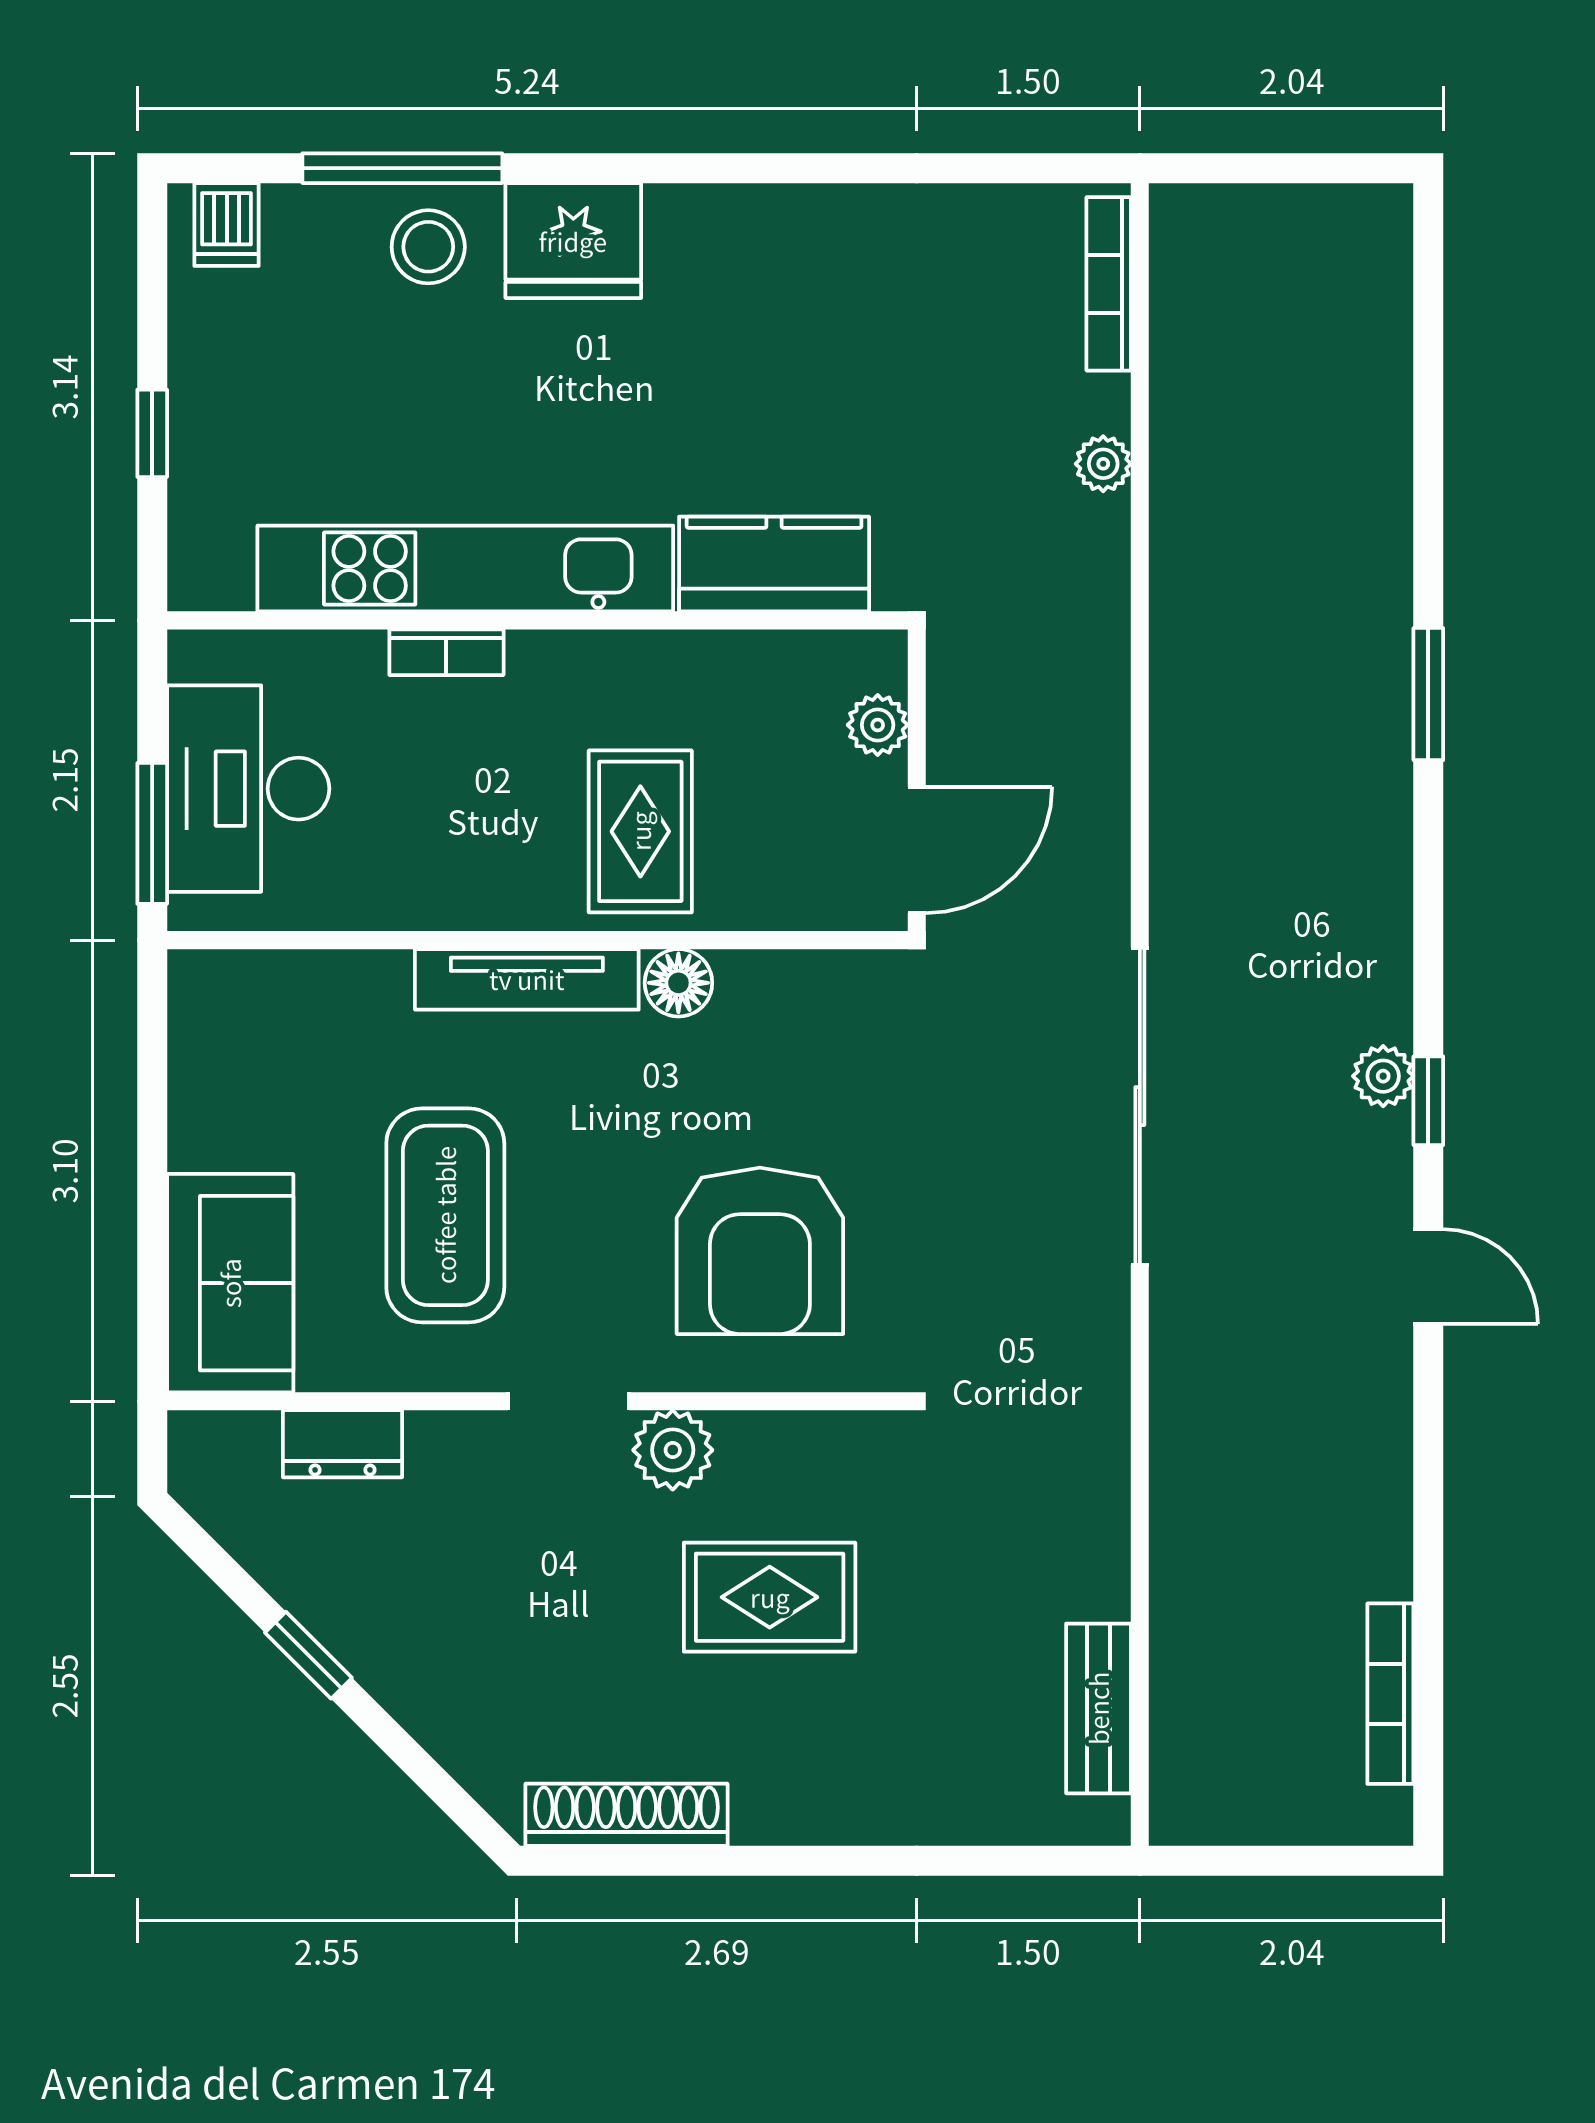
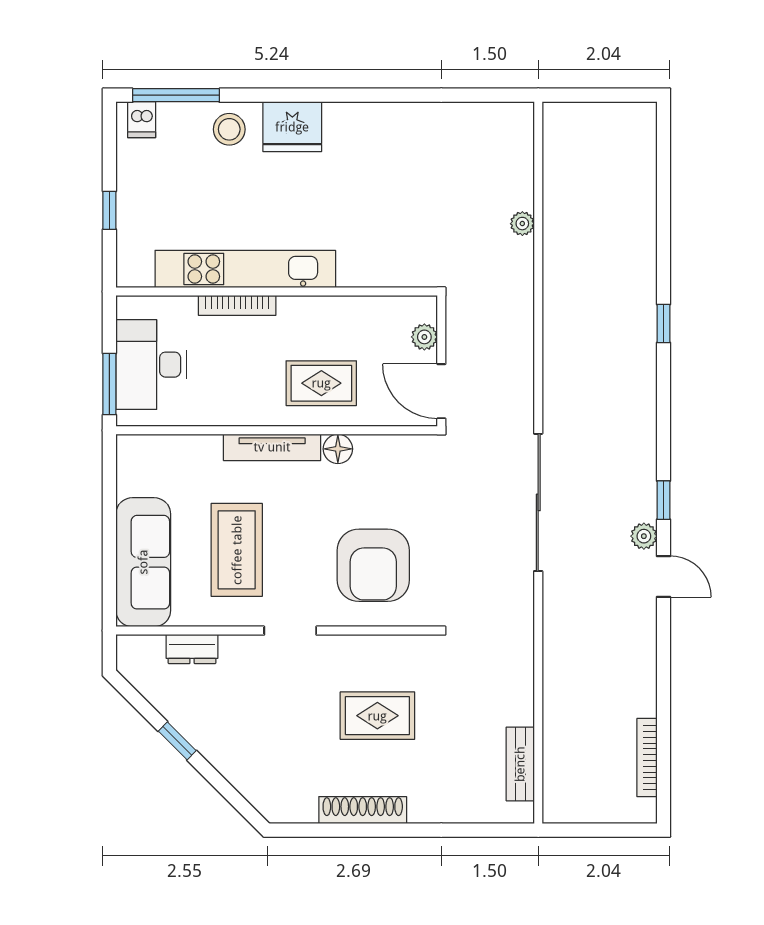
window: (402, 168) -> (176, 95), moved
bookcase: (1109, 284) -> (525, 145), removed
kitchen counter: (774, 564) -> (379, 267), removed
bookcase: (446, 652) -> (237, 305), width x1.56
window: (1428, 694) -> (663, 324), width x0.67
rug: (640, 831) -> (321, 383), turned 90
door: (917, 850) -> (441, 391), swing flipped
plant: (1383, 1076) -> (644, 536), moved
sofa: (230, 1283) -> (143, 562), width x1.36
plant: (673, 1450) -> (335, 652), removed
shoe rack: (627, 1815) -> (363, 810), moved

